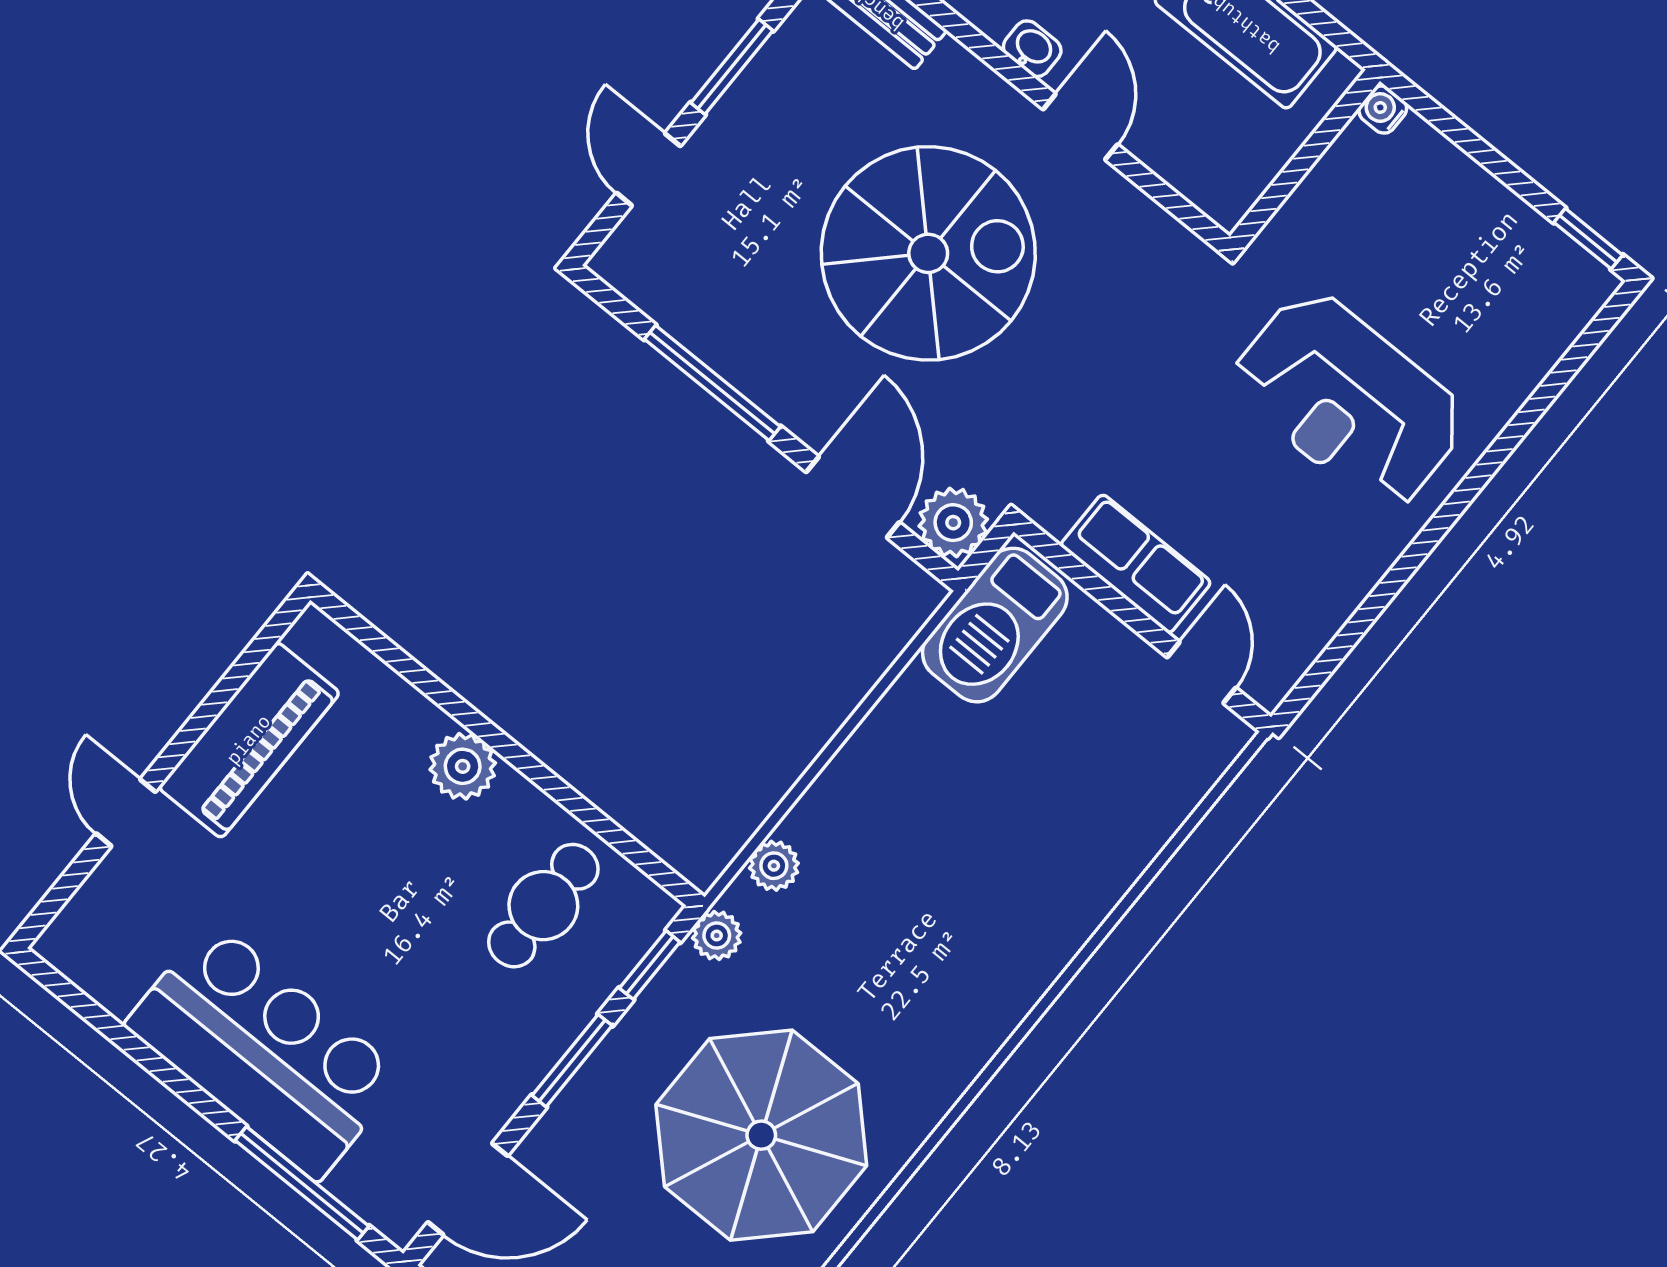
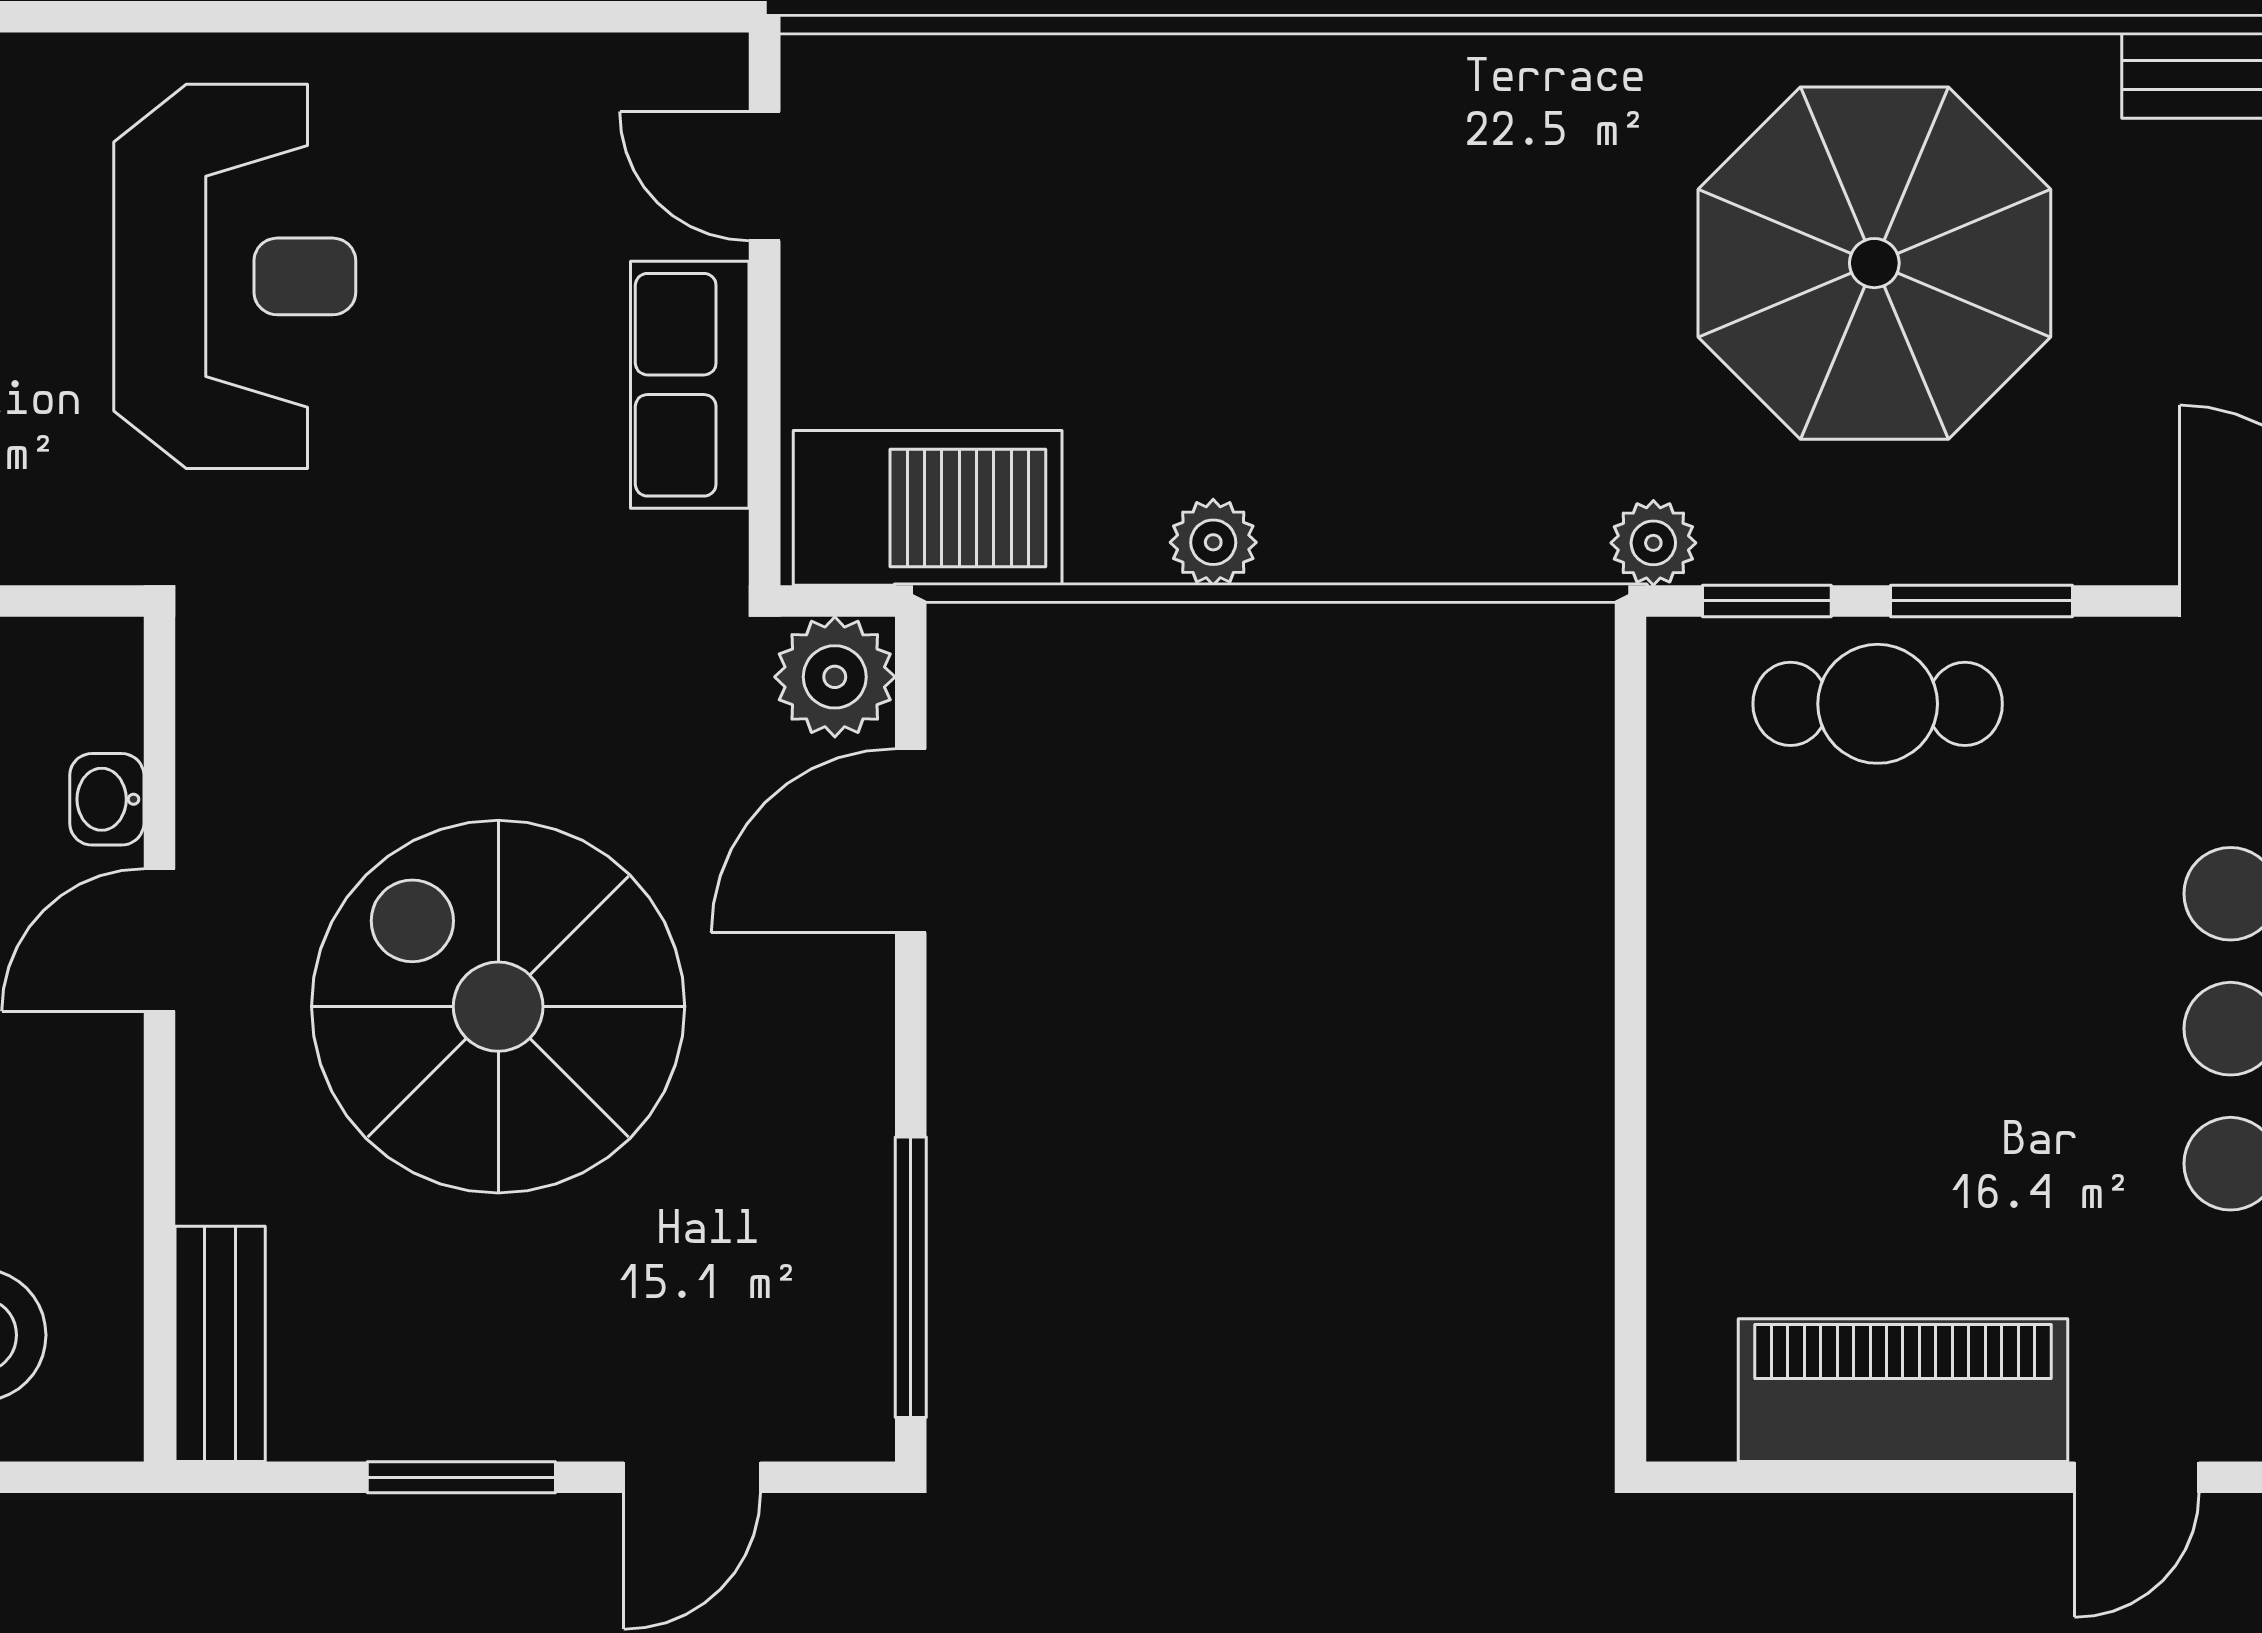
washbasin: (1032, 49) -> (107, 799), moved
window: (712, 383) -> (911, 1277), moved
door: (1201, 673) -> (765, 176), hinge flipped
plant: (463, 766) -> (1704, 1072), removed
plant: (774, 866) -> (1213, 542), moved
cafe table: (543, 906) -> (1878, 704), moved

